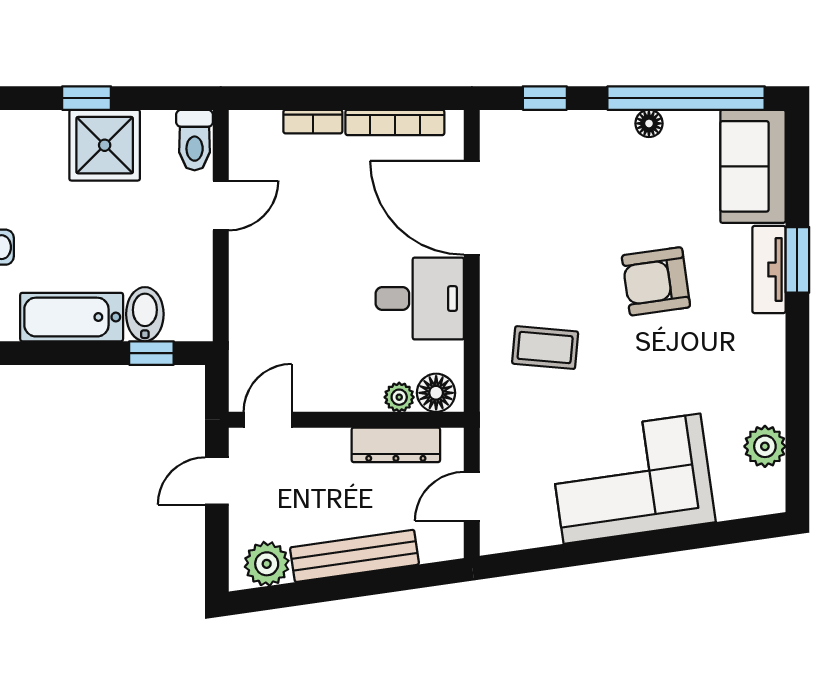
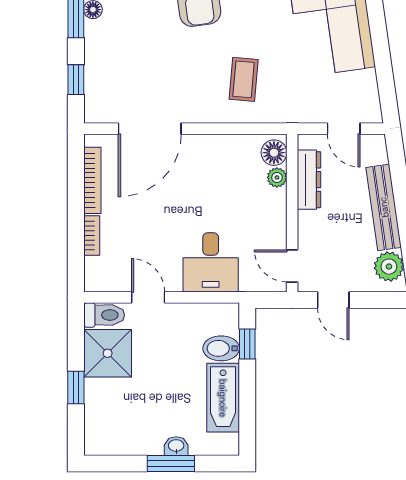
shower: (105, 145) -> (108, 353), moved
desk: (420, 299) -> (211, 262), moved, turned 180

